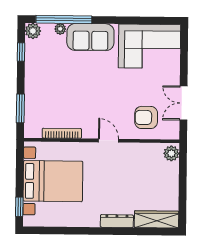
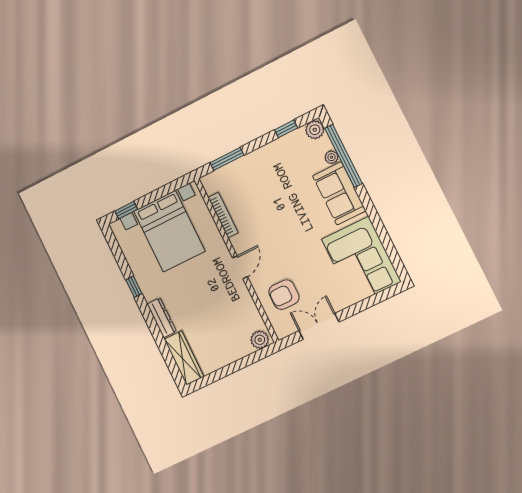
armchair: (146, 117) -> (284, 295), turned -90
window: (82, 231) -> (134, 287), added

